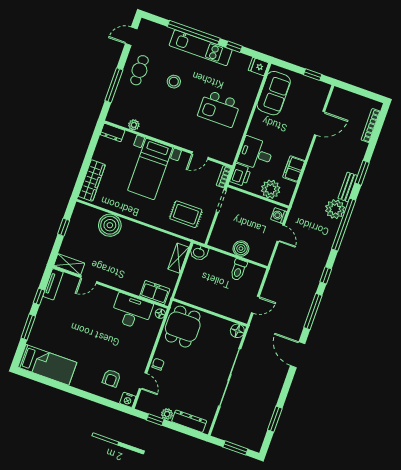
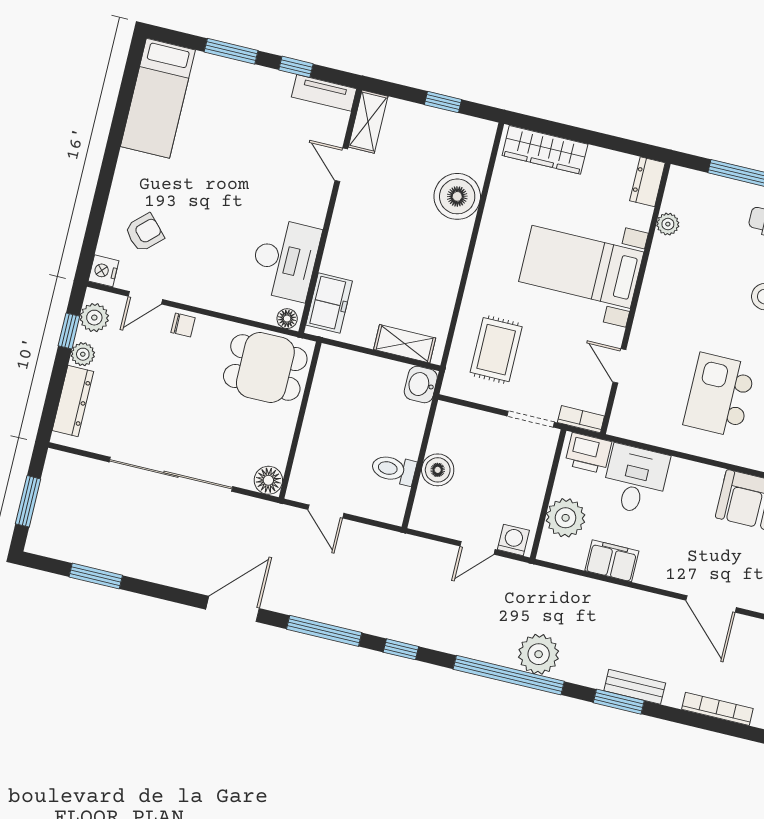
bench: (348, 187) -> (635, 687), moved
armchair: (111, 378) -> (144, 233), turned 137
plant: (150, 407) -> (94, 318), added

